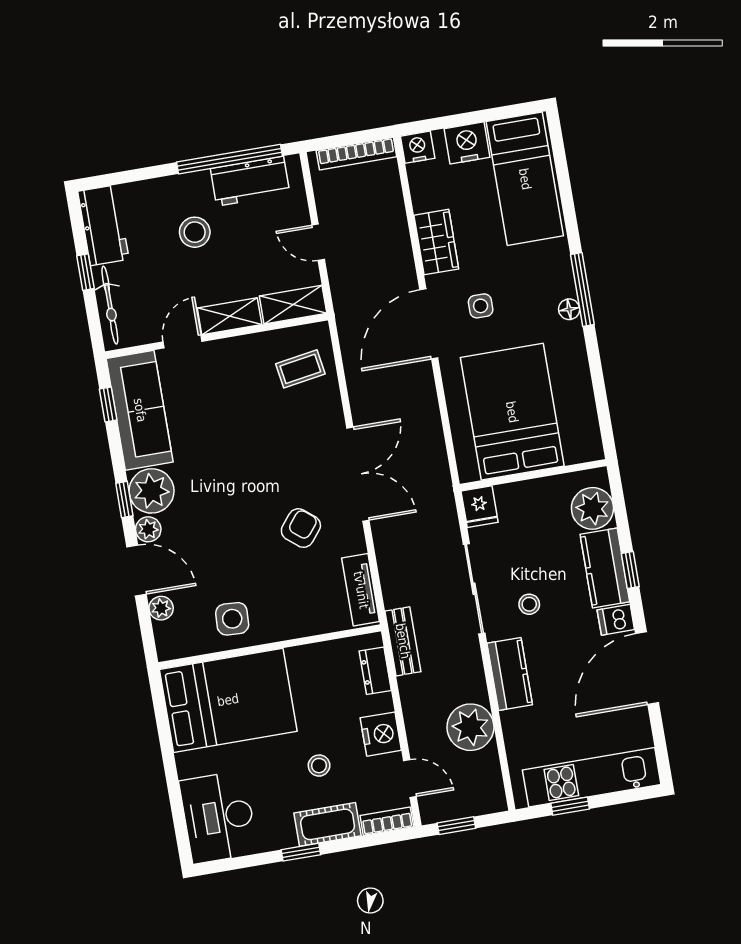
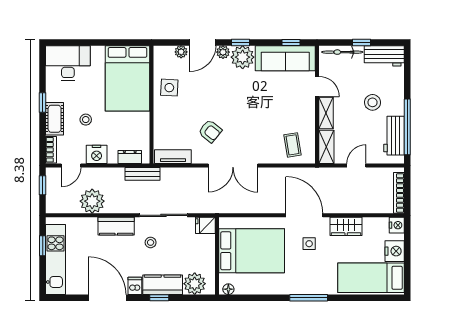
floor lamp: (569, 309) -> (228, 289), moved

